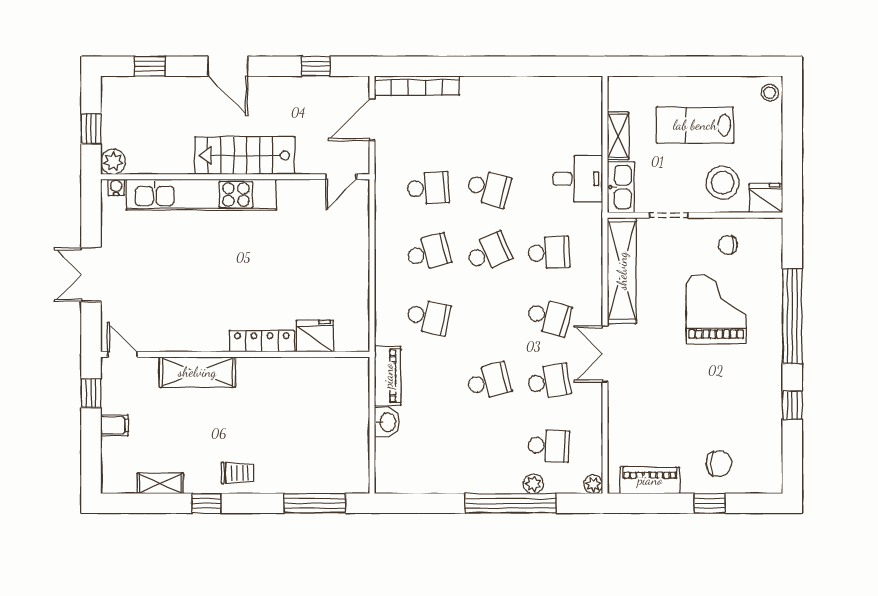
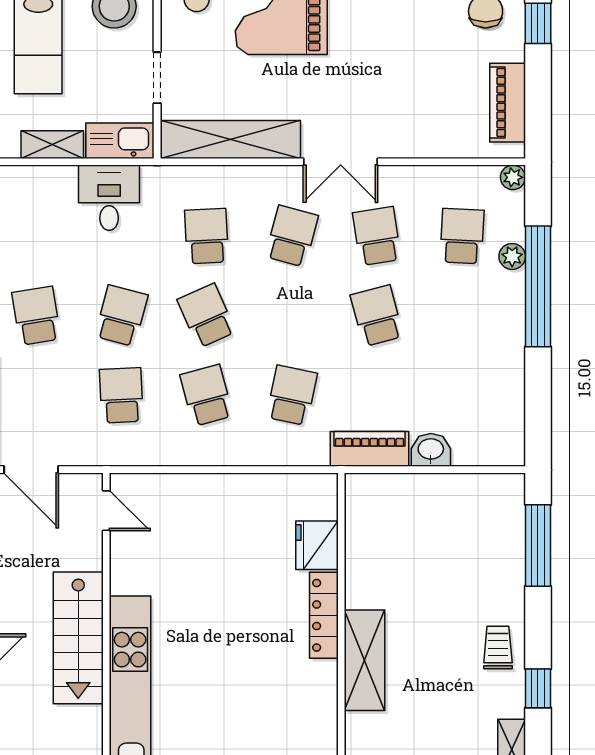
school desk: (489, 124) -> (36, 316), added
shelving: (197, 372) -> (365, 660), moved

